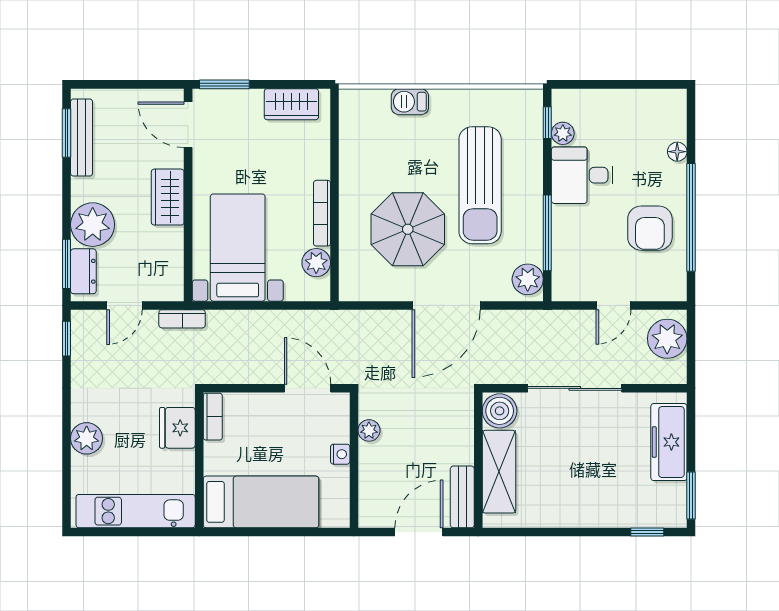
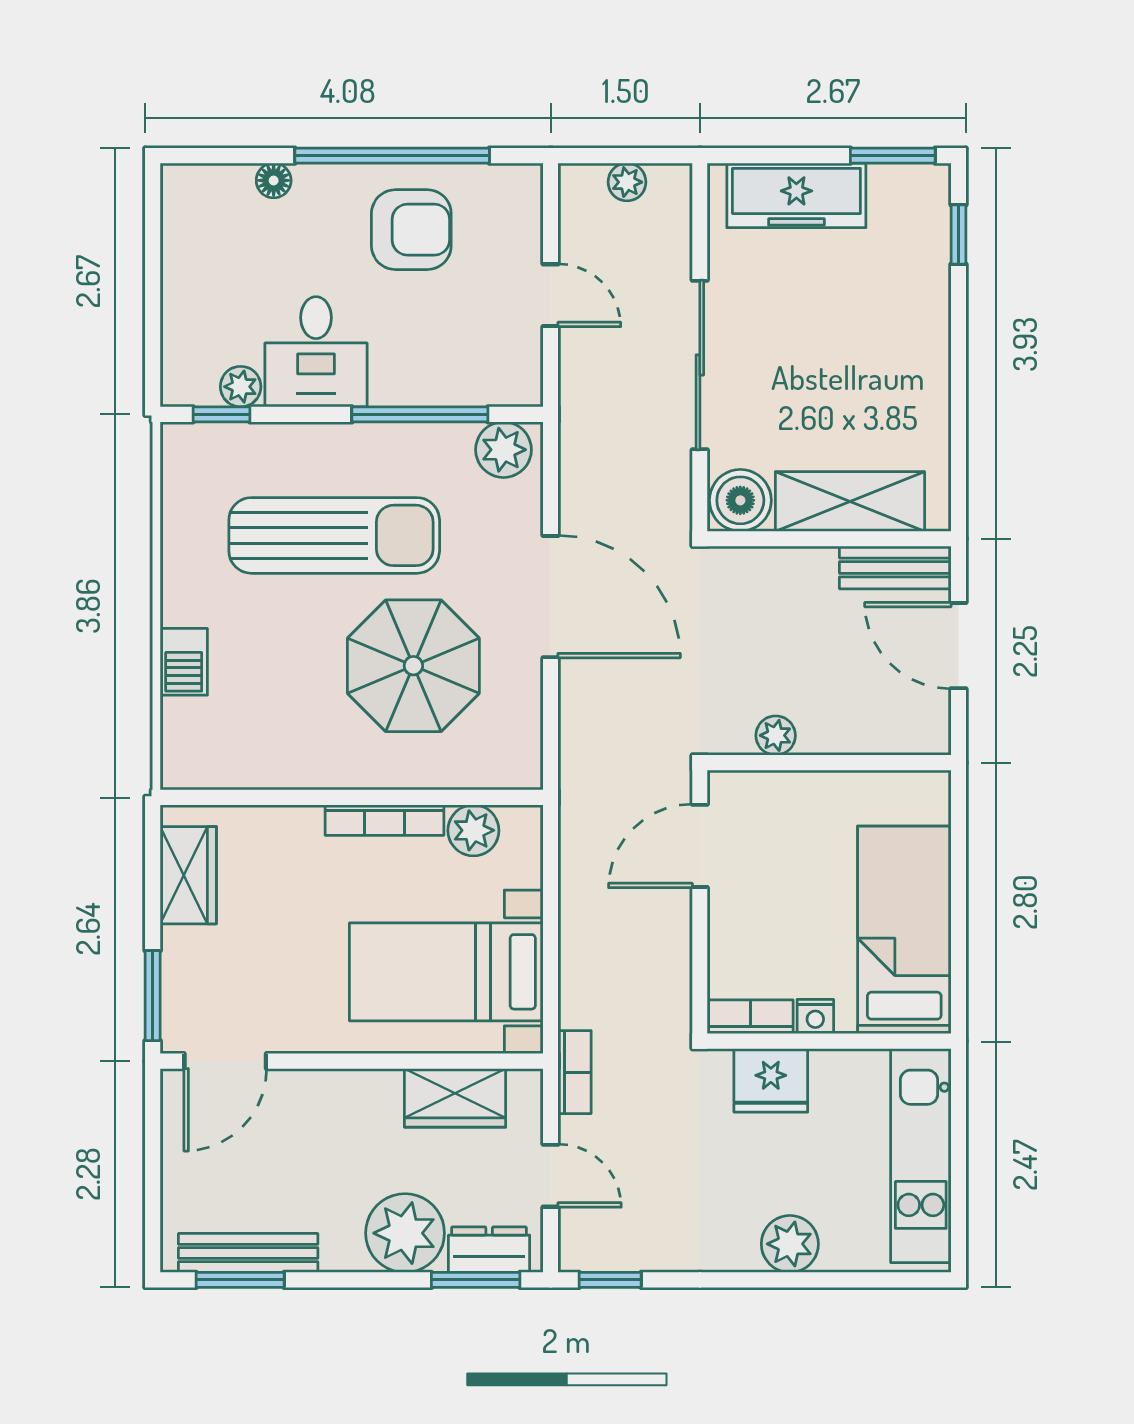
wardrobe: (168, 197) -> (455, 1098), moved
plant: (667, 339) -> (627, 182), width x0.53, depth x0.53
nightstand: (340, 454) -> (815, 1016), moved, turned 180

